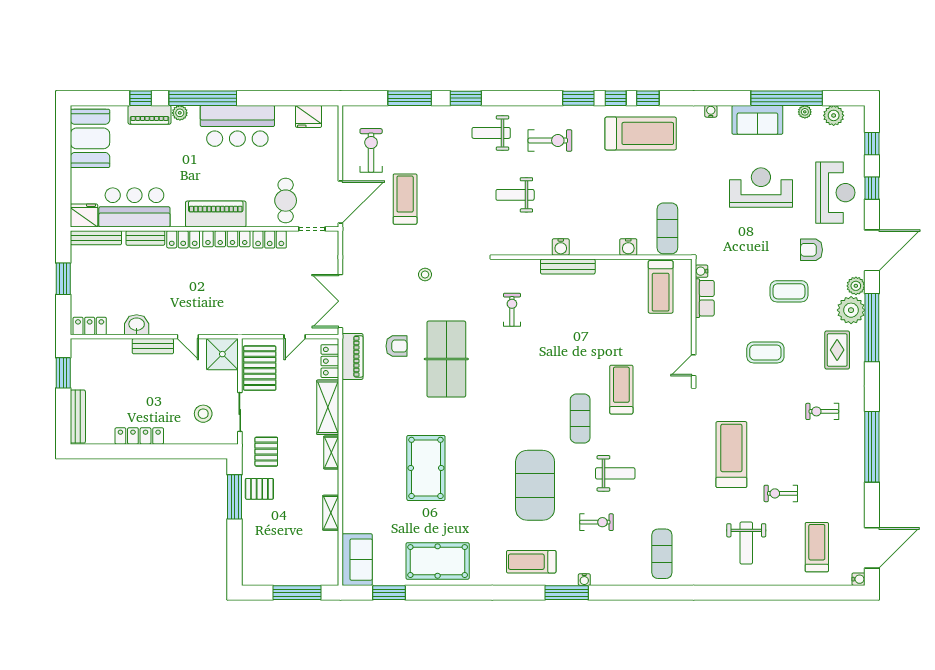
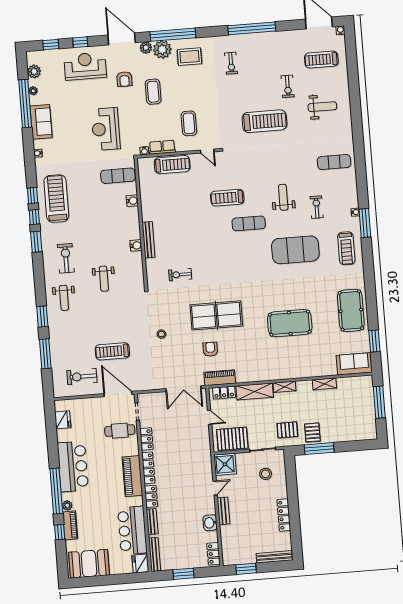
reception desk: (761, 187) -> (106, 129), moved
treadmill: (661, 287) -> (172, 165), moved
coffee table: (765, 352) -> (189, 123), moved
treadmill: (731, 455) -> (265, 121), turned 180

